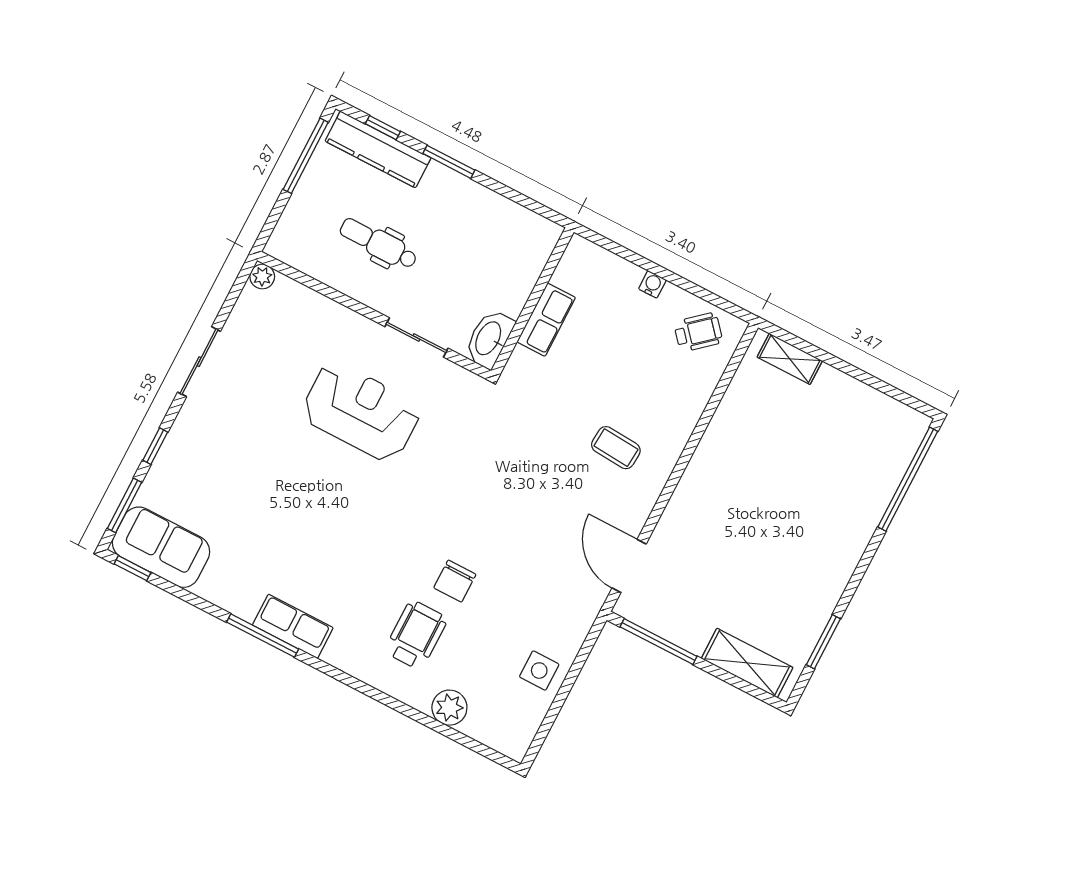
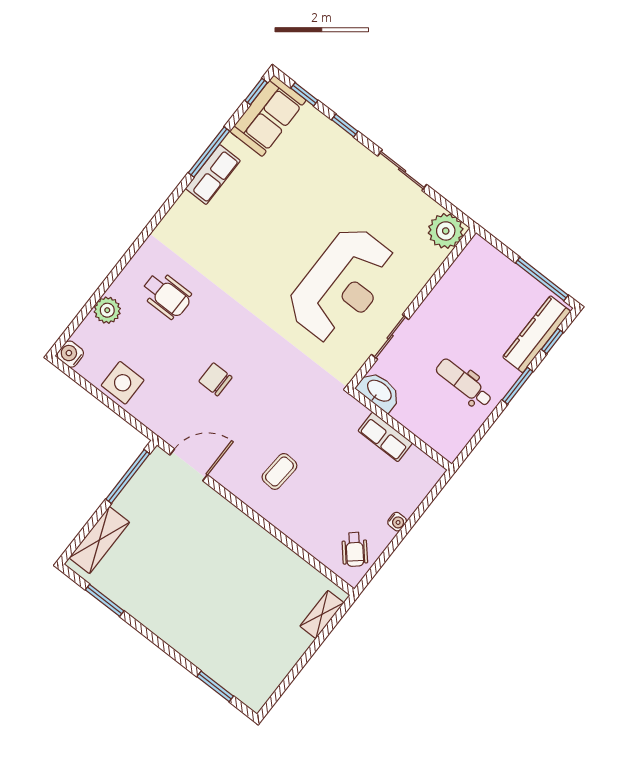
dental chair: (378, 243) -> (464, 383), moved, turned -90
plant: (262, 277) -> (446, 231), width x1.88, depth x1.88
reception desk: (361, 412) -> (342, 285), width x1.36, depth x1.30
window: (908, 479) -> (215, 686), width x0.47
window: (125, 505) -> (304, 94), width x0.67
chair: (455, 581) -> (215, 379), moved
row of seats: (293, 626) -> (213, 175), moved
window: (263, 636) -> (209, 152), moved
side table: (539, 671) -> (123, 383), width x1.37, depth x1.37
water cooler: (515, 745) -> (70, 354), added

